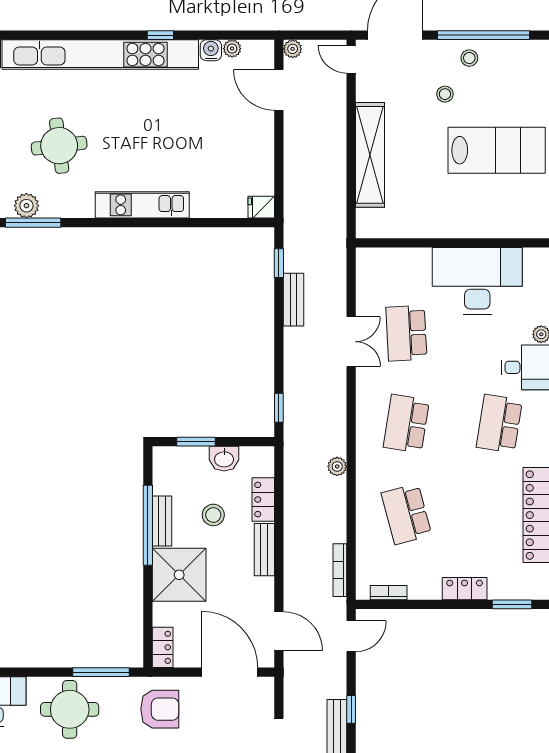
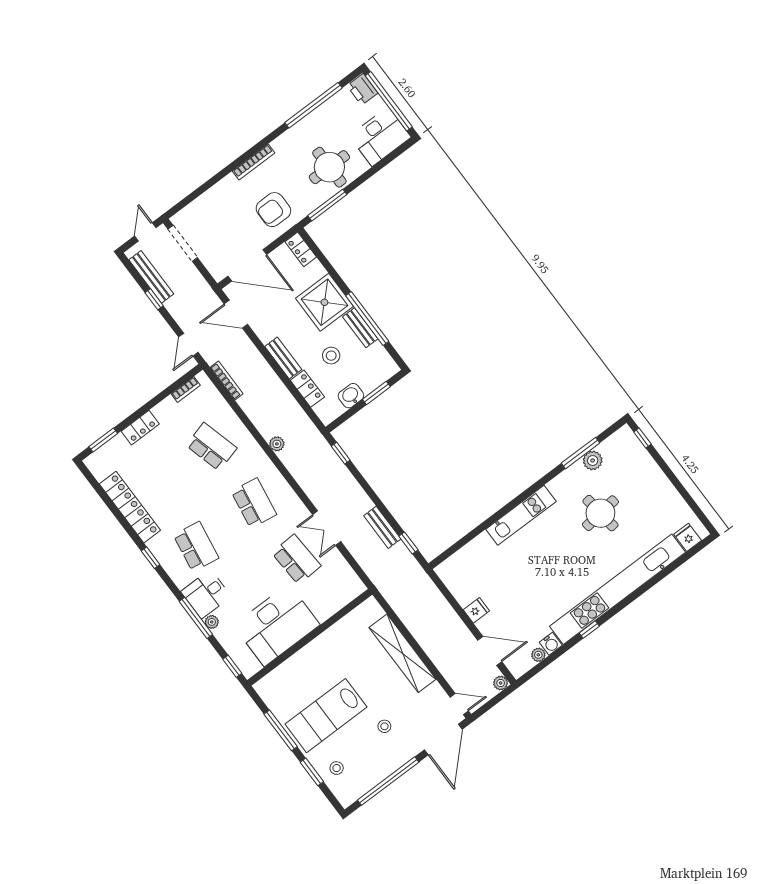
stool: (469, 58) -> (337, 768), moved
fridge: (261, 207) -> (476, 610), moved

